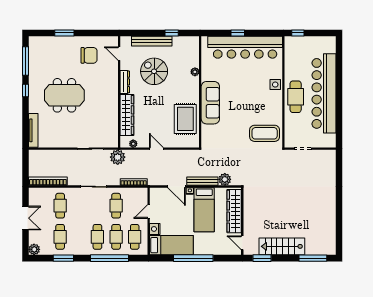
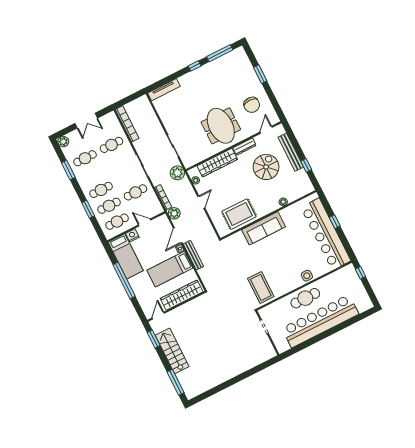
meeting table: (64, 95) -> (221, 126), moved
plant: (225, 179) -> (174, 213), moved
window: (110, 258) -> (88, 209), width x0.47

